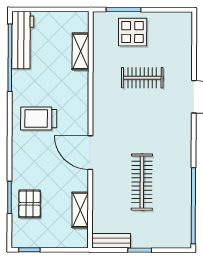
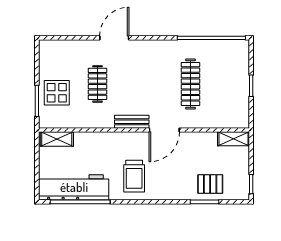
workbench: (23, 40) -> (74, 187), width x1.36, depth x1.32
shelving: (81, 51) -> (57, 139), moved
clothes rail: (142, 182) -> (190, 84), turned 90
shelving: (80, 210) -> (233, 139), moved
bench: (111, 241) -> (132, 122), moved, turned 90

